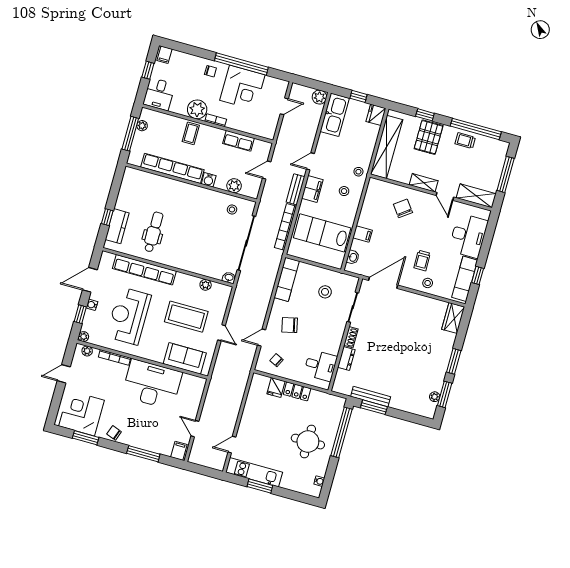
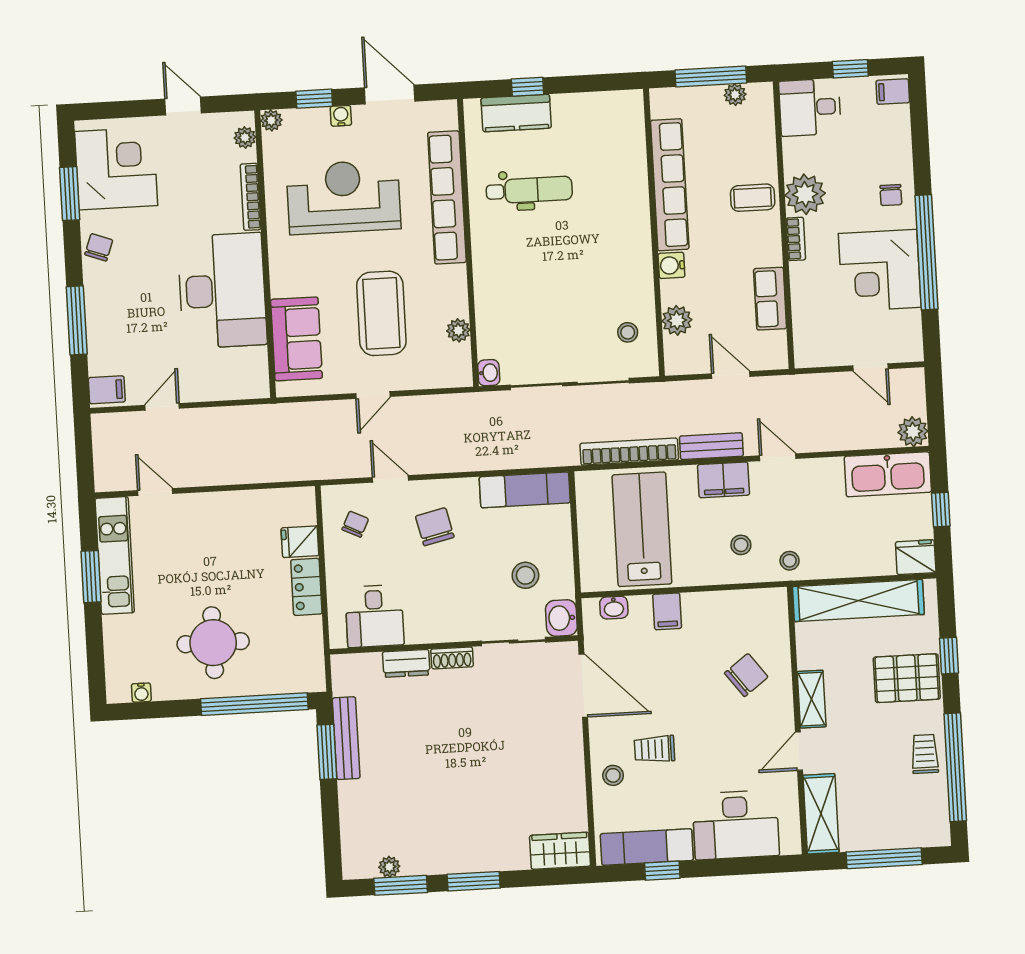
washbasin: (349, 282) -> (561, 618), added

